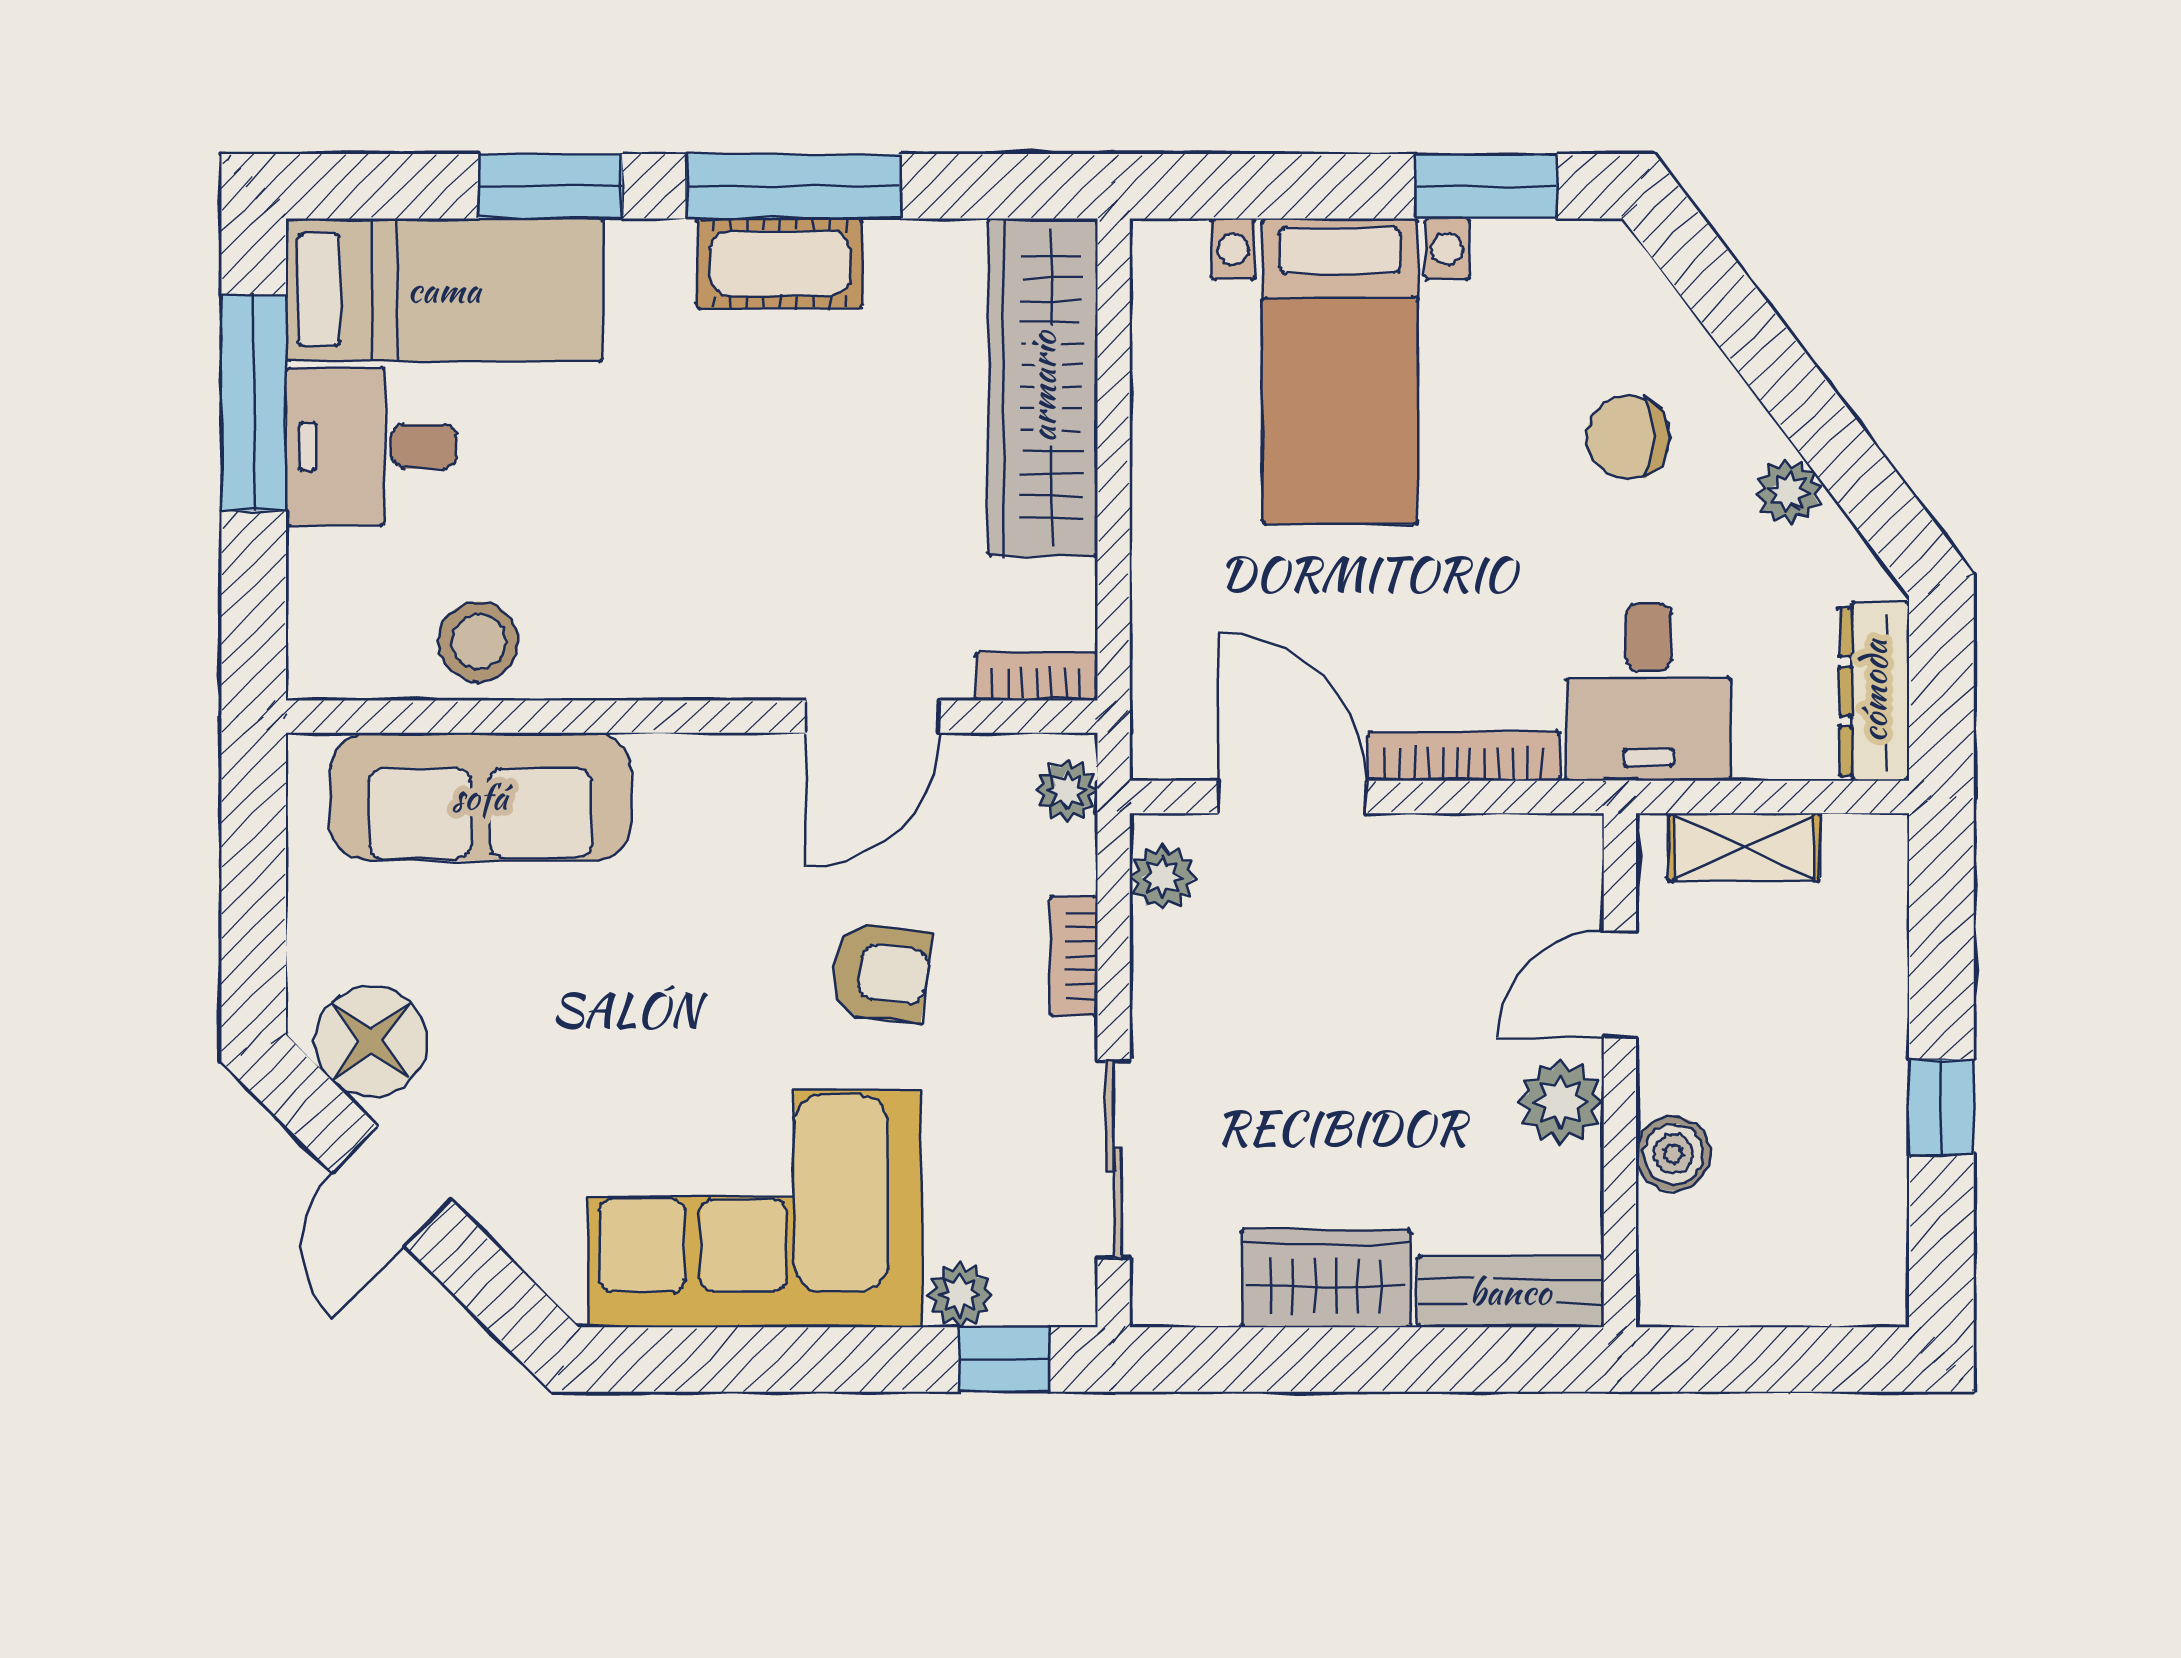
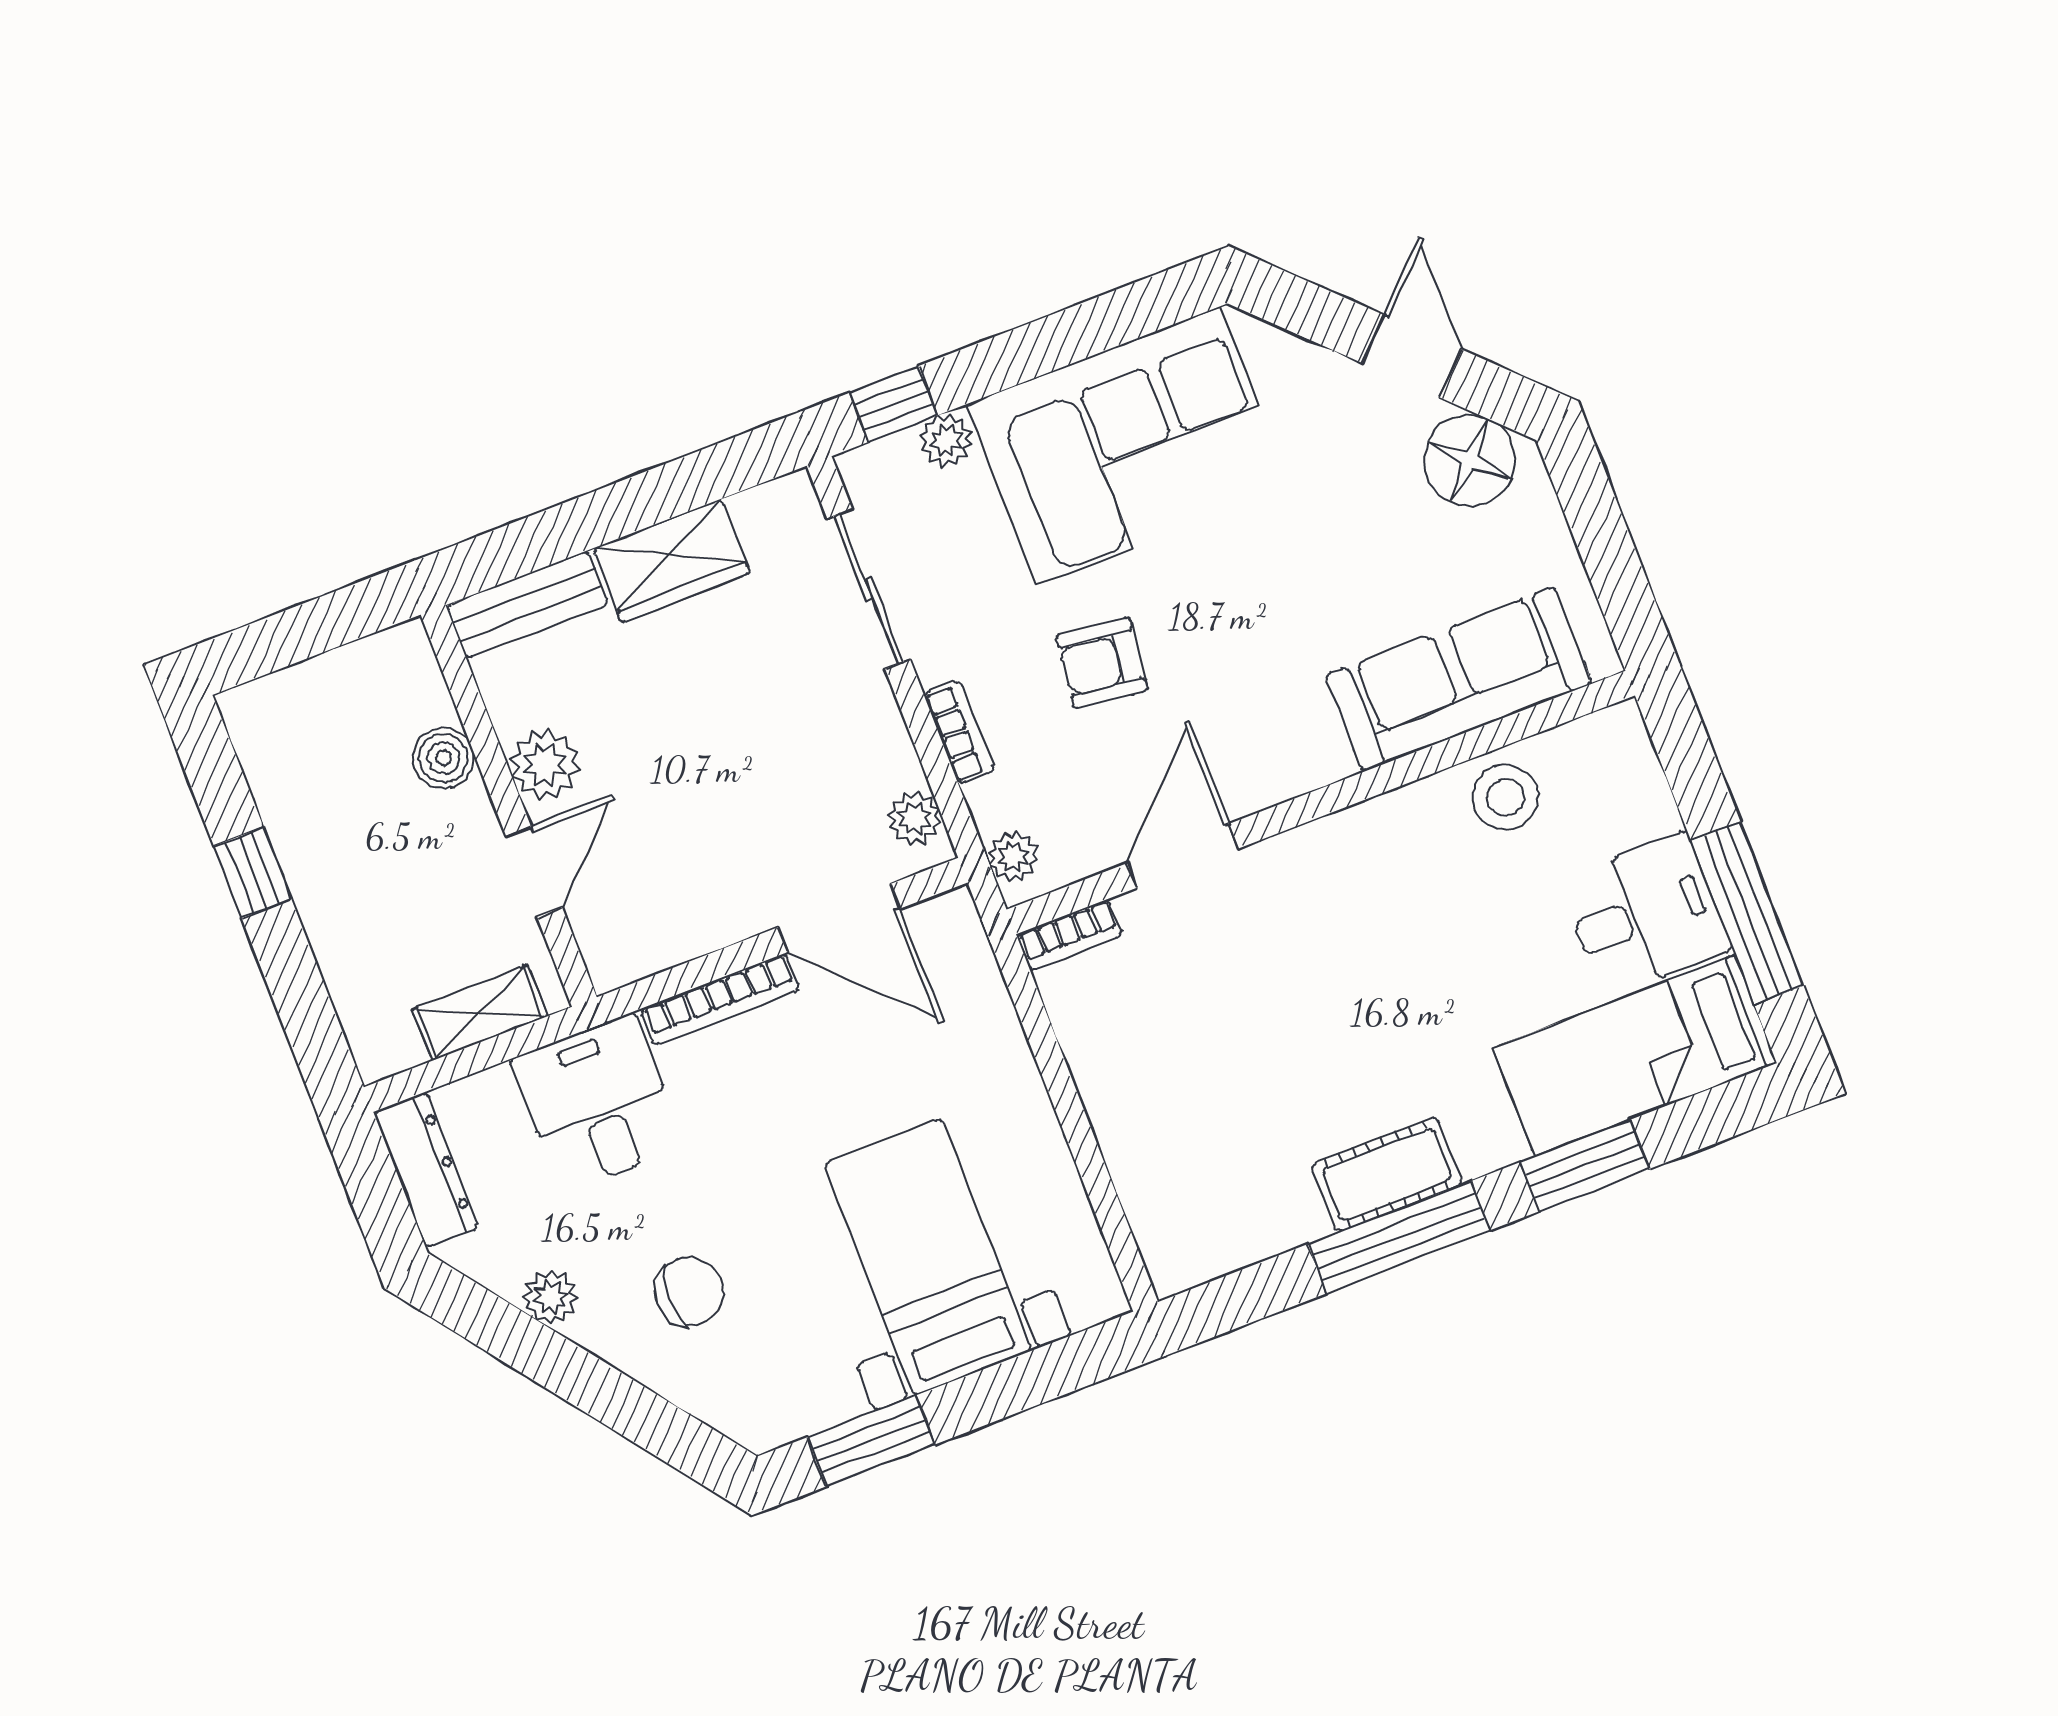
wardrobe: (1043, 387) -> (1150, 1157), removed

